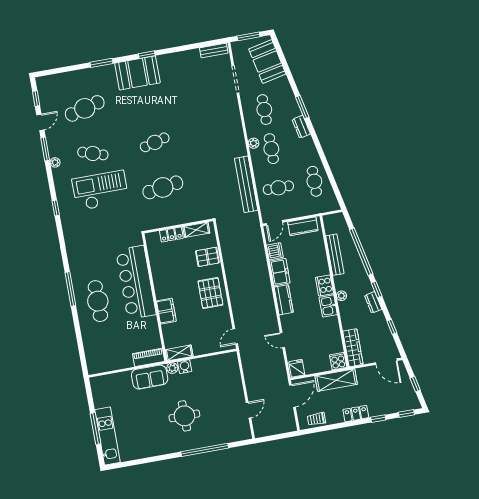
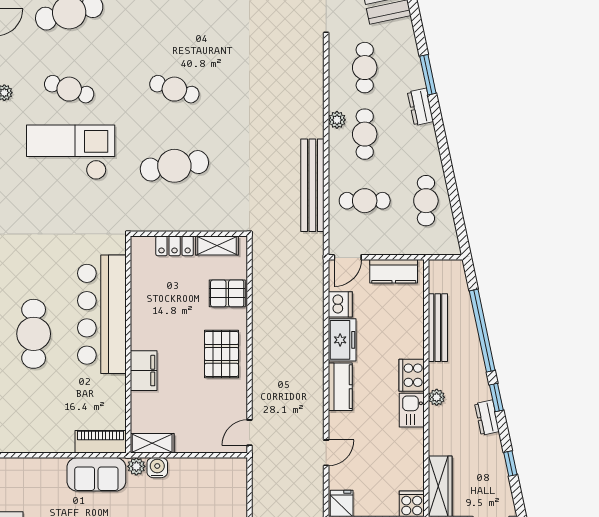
cafe table: (155, 142) -> (174, 89), turned 33
door: (282, 340) -> (326, 453), swing flipped

